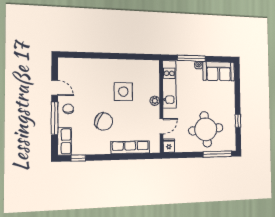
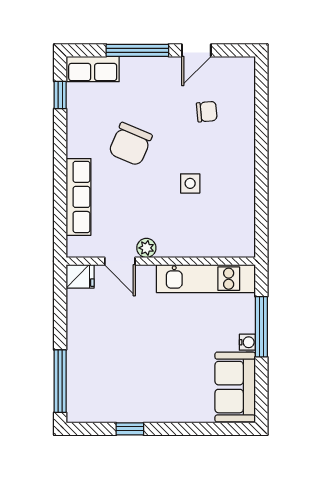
side table: (123, 92) -> (190, 183), width x0.54, depth x0.54
plant: (155, 101) -> (146, 248), moved
chair: (68, 109) -> (207, 112), moved
round table: (206, 129) -> (112, 356), removed

